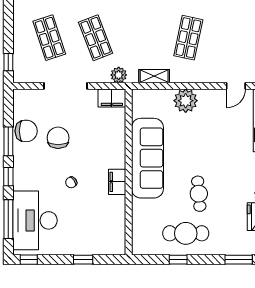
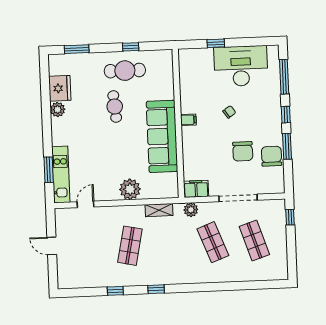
chair: (26, 131) -> (272, 156), turned 90
filing cabinet: (117, 182) -> (188, 120), width x0.50
desk: (35, 220) -> (241, 66), moved, turned -90
window: (29, 260) -> (264, 41), removed

